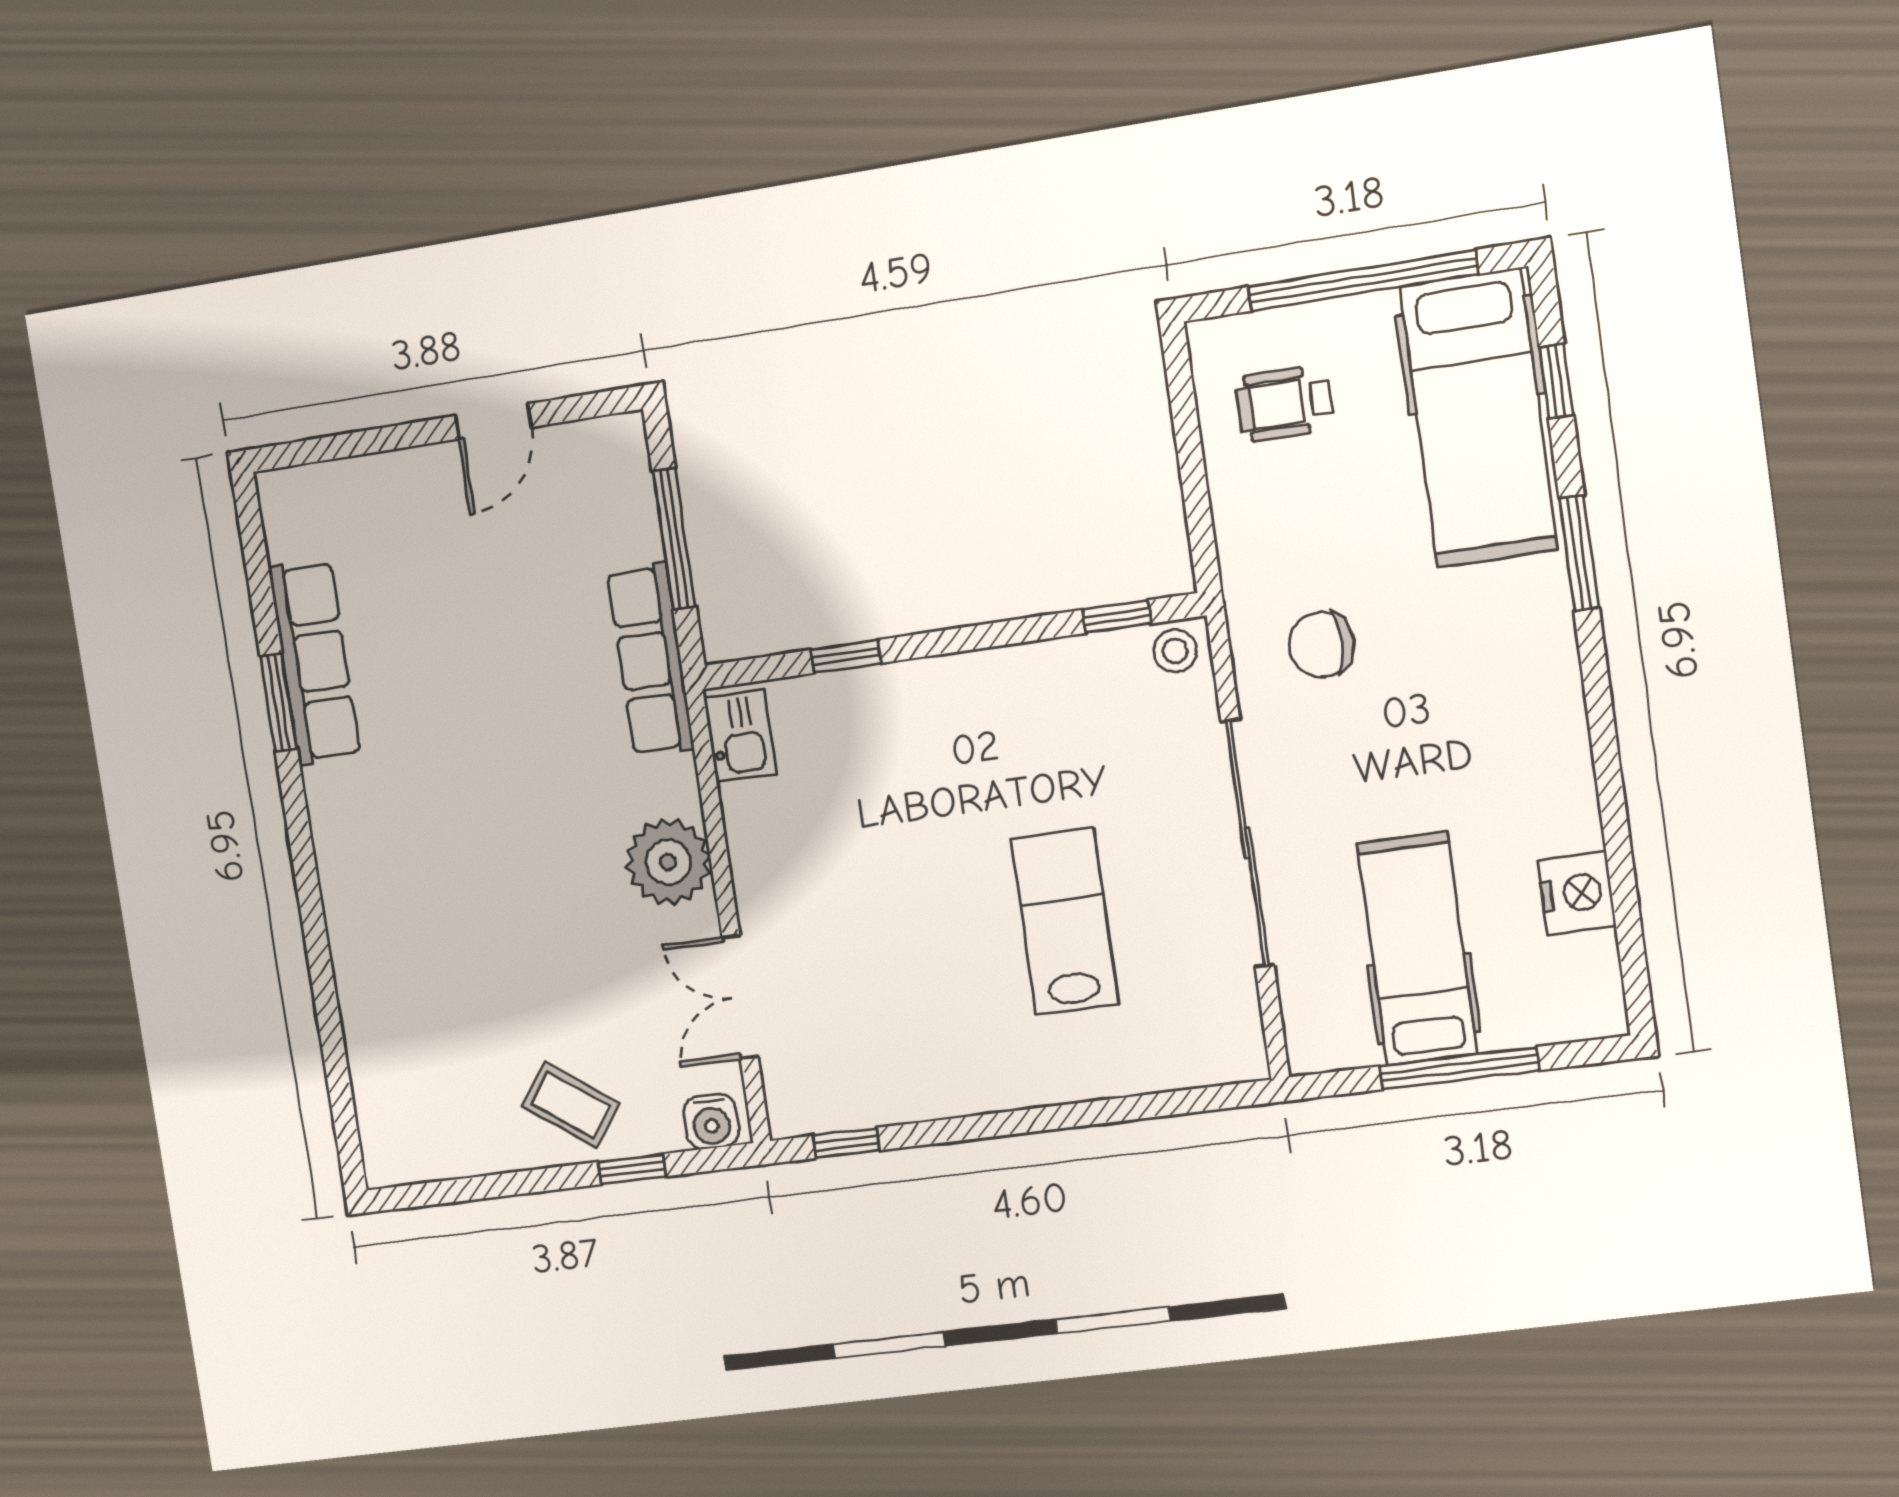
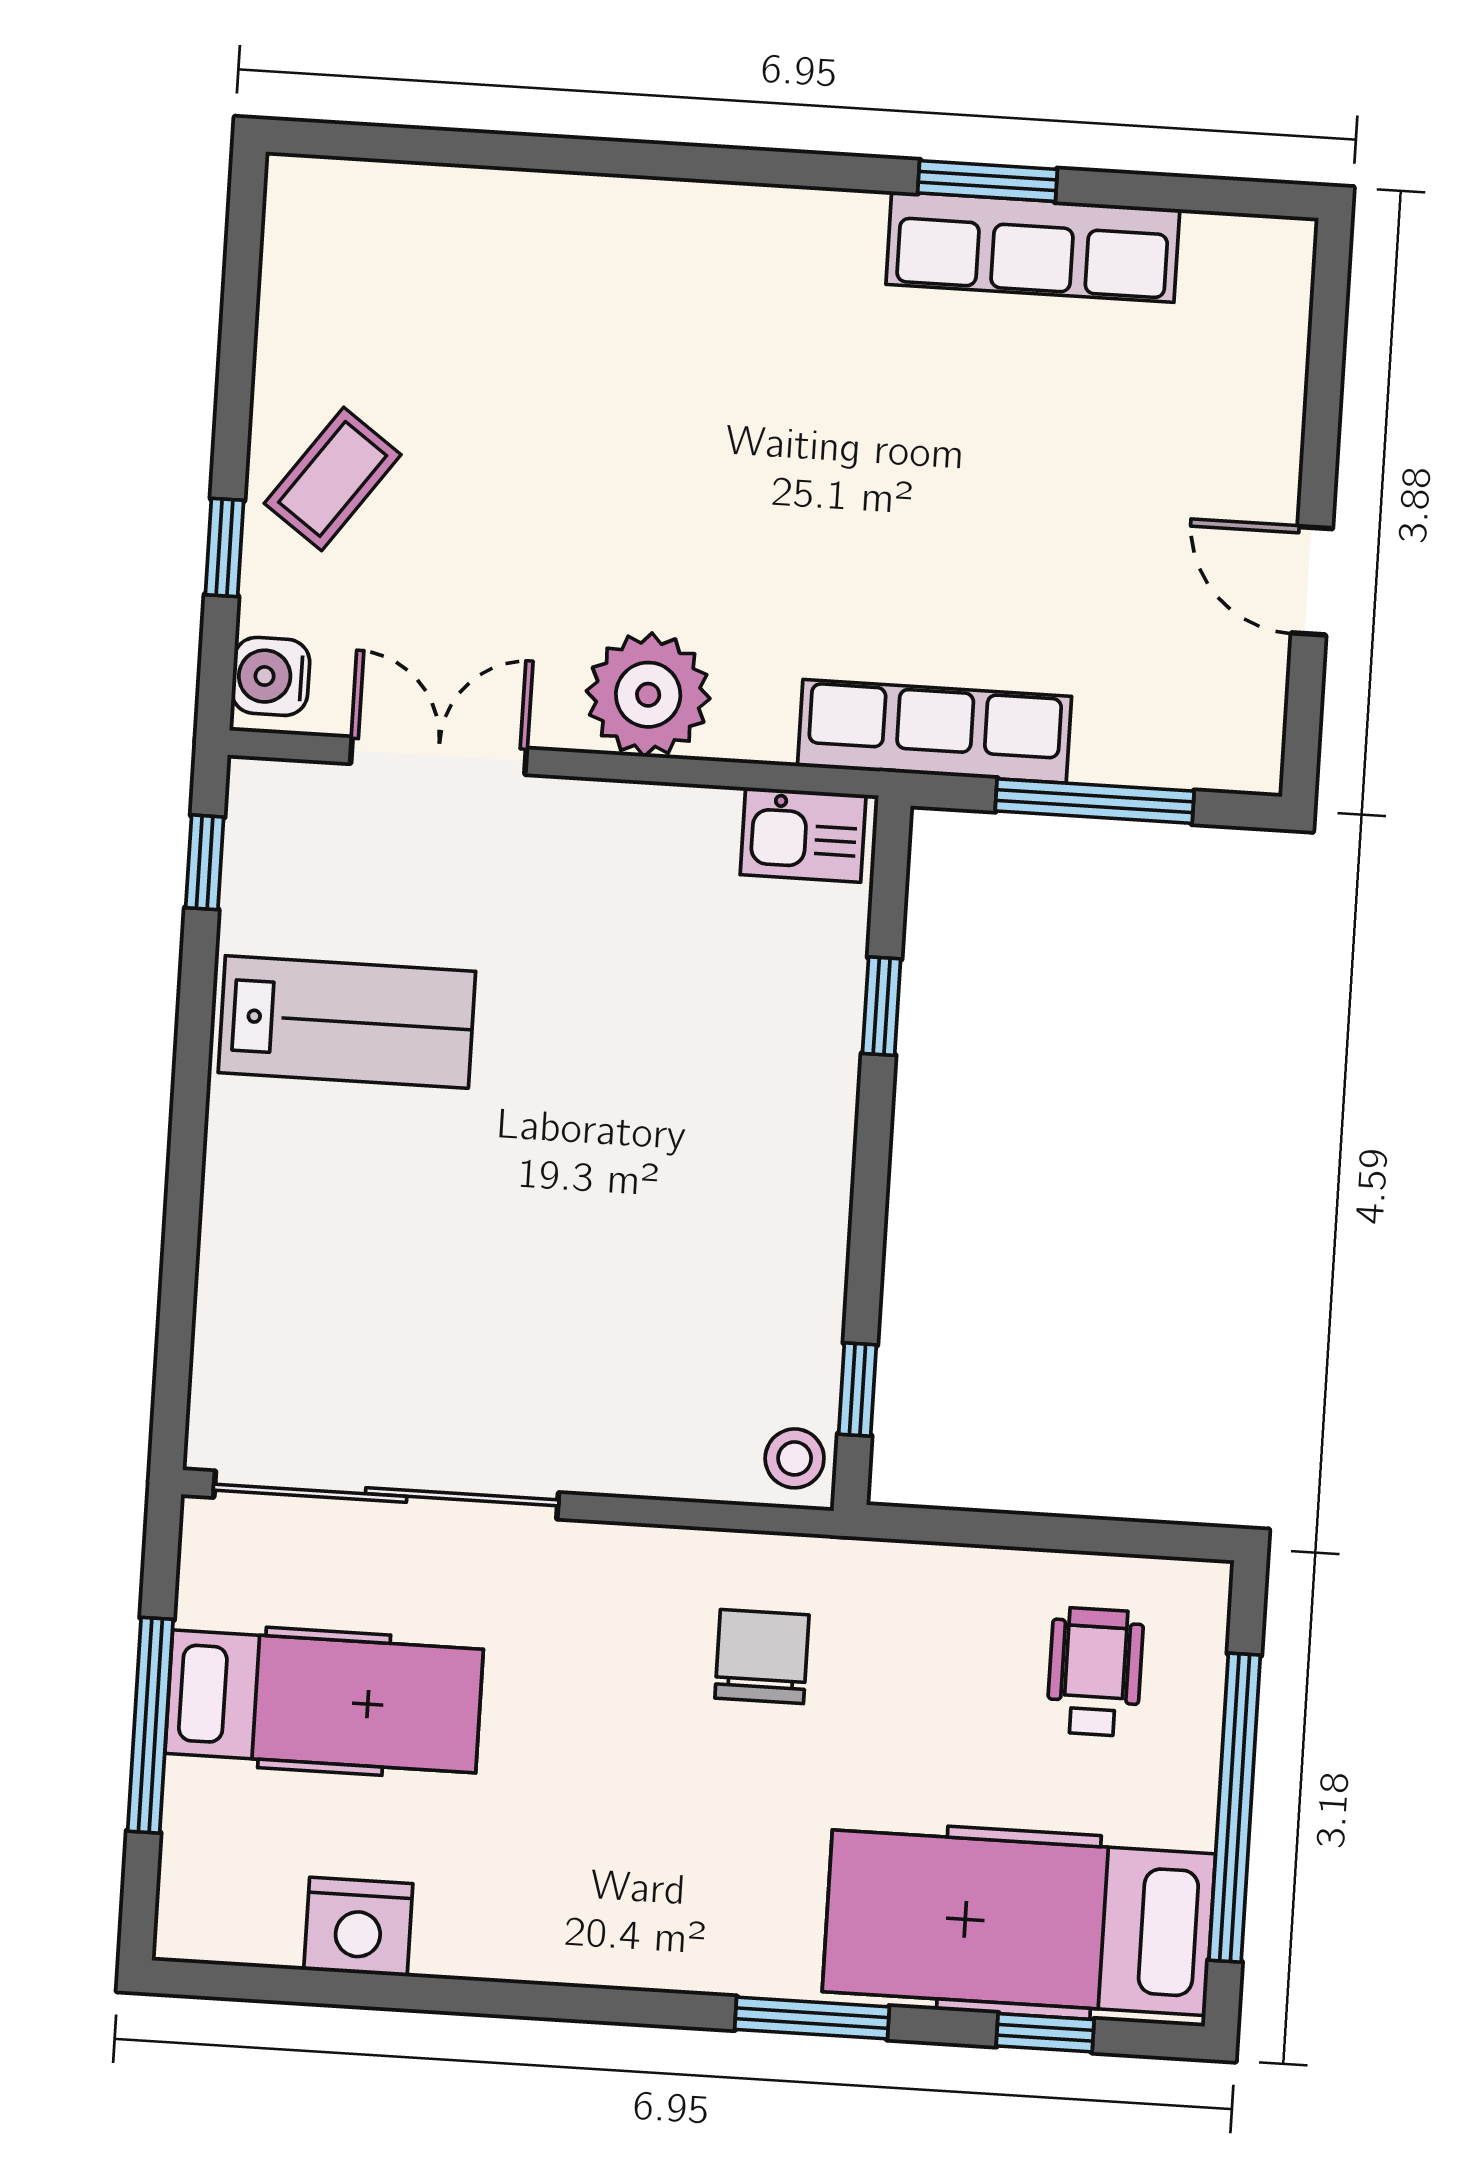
sliding door: (1247, 843) -> (386, 1495), moved
lab bench: (1065, 922) -> (347, 1022), moved

